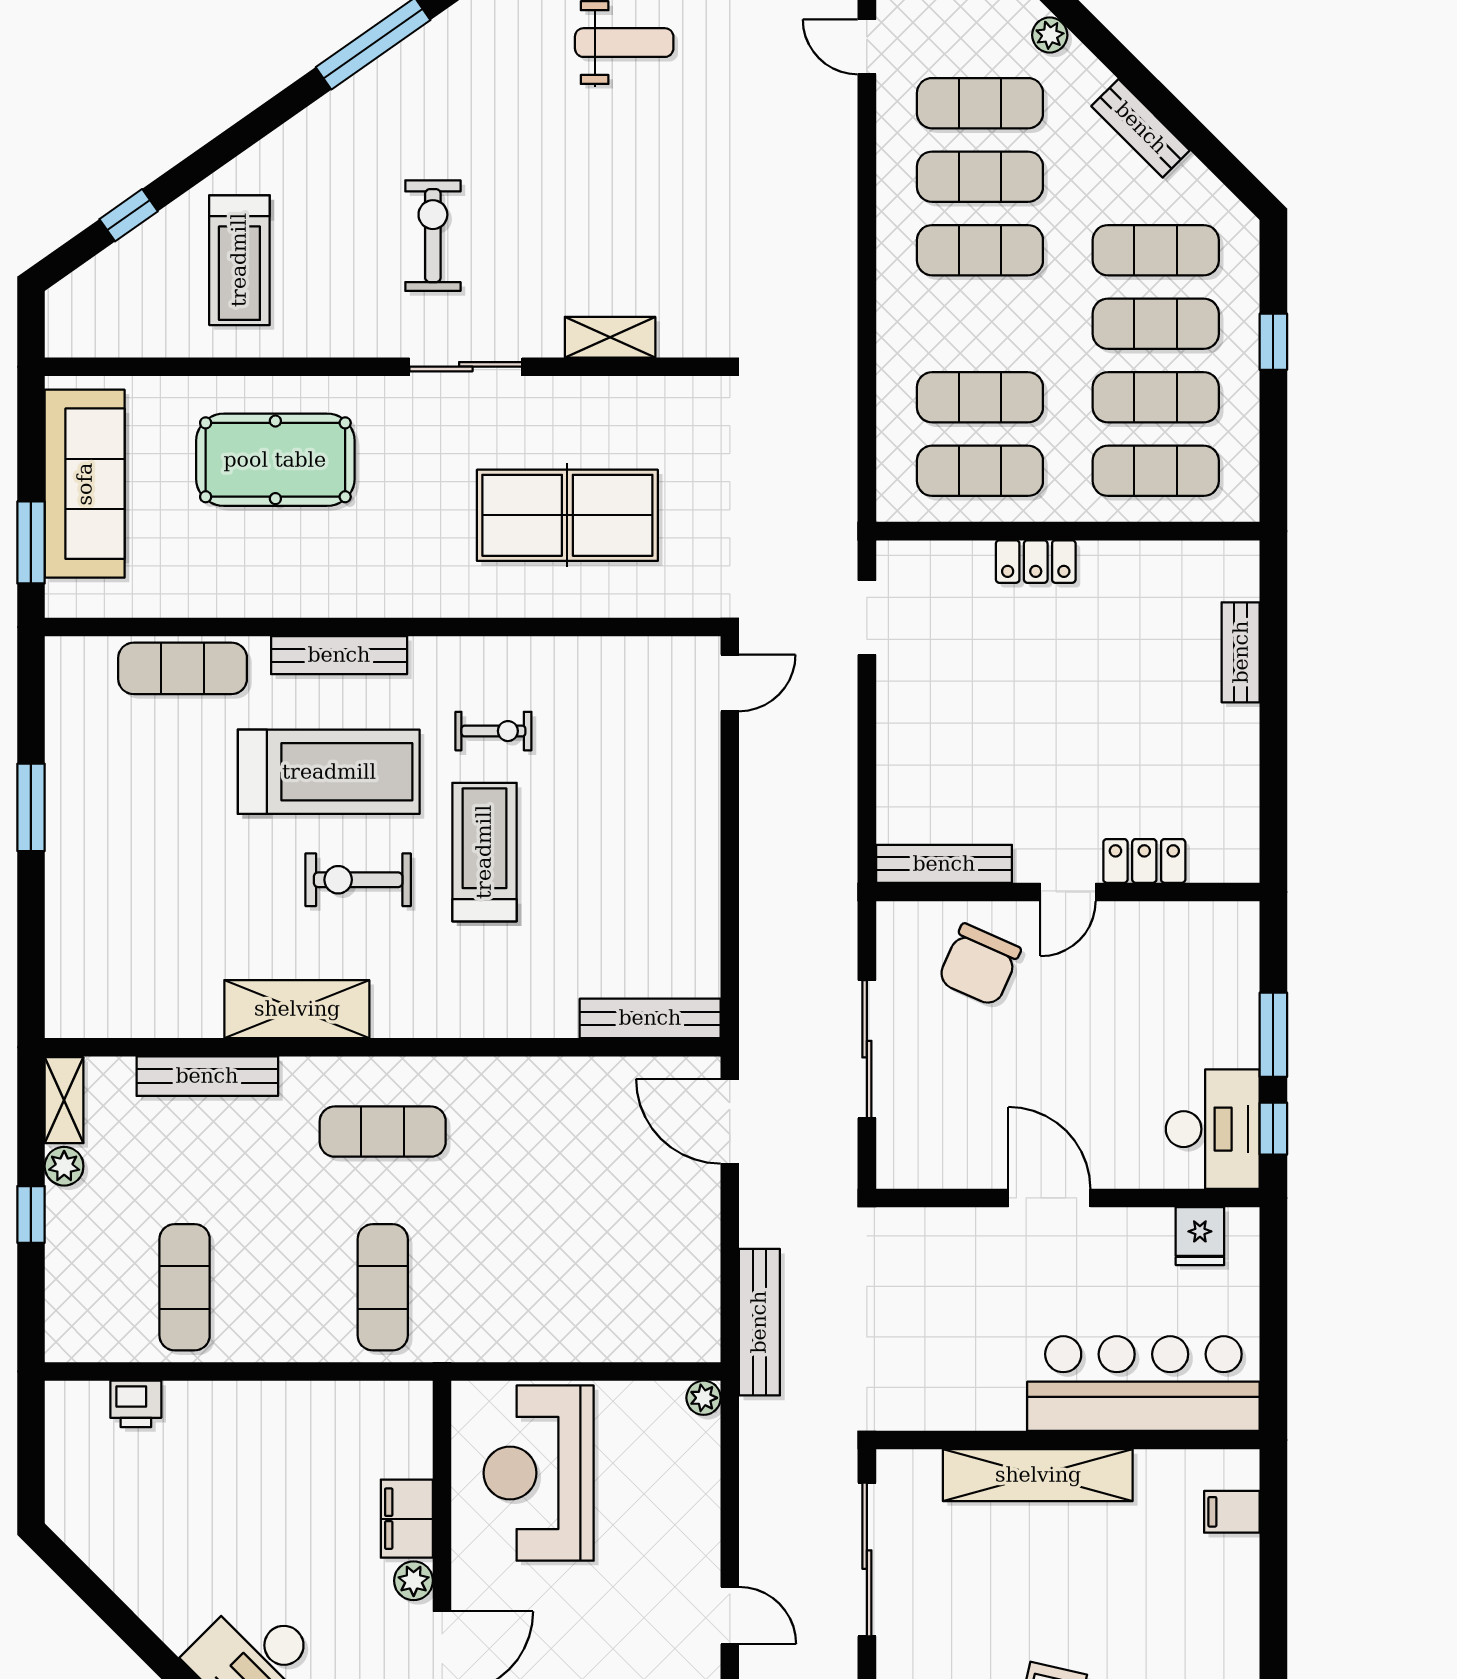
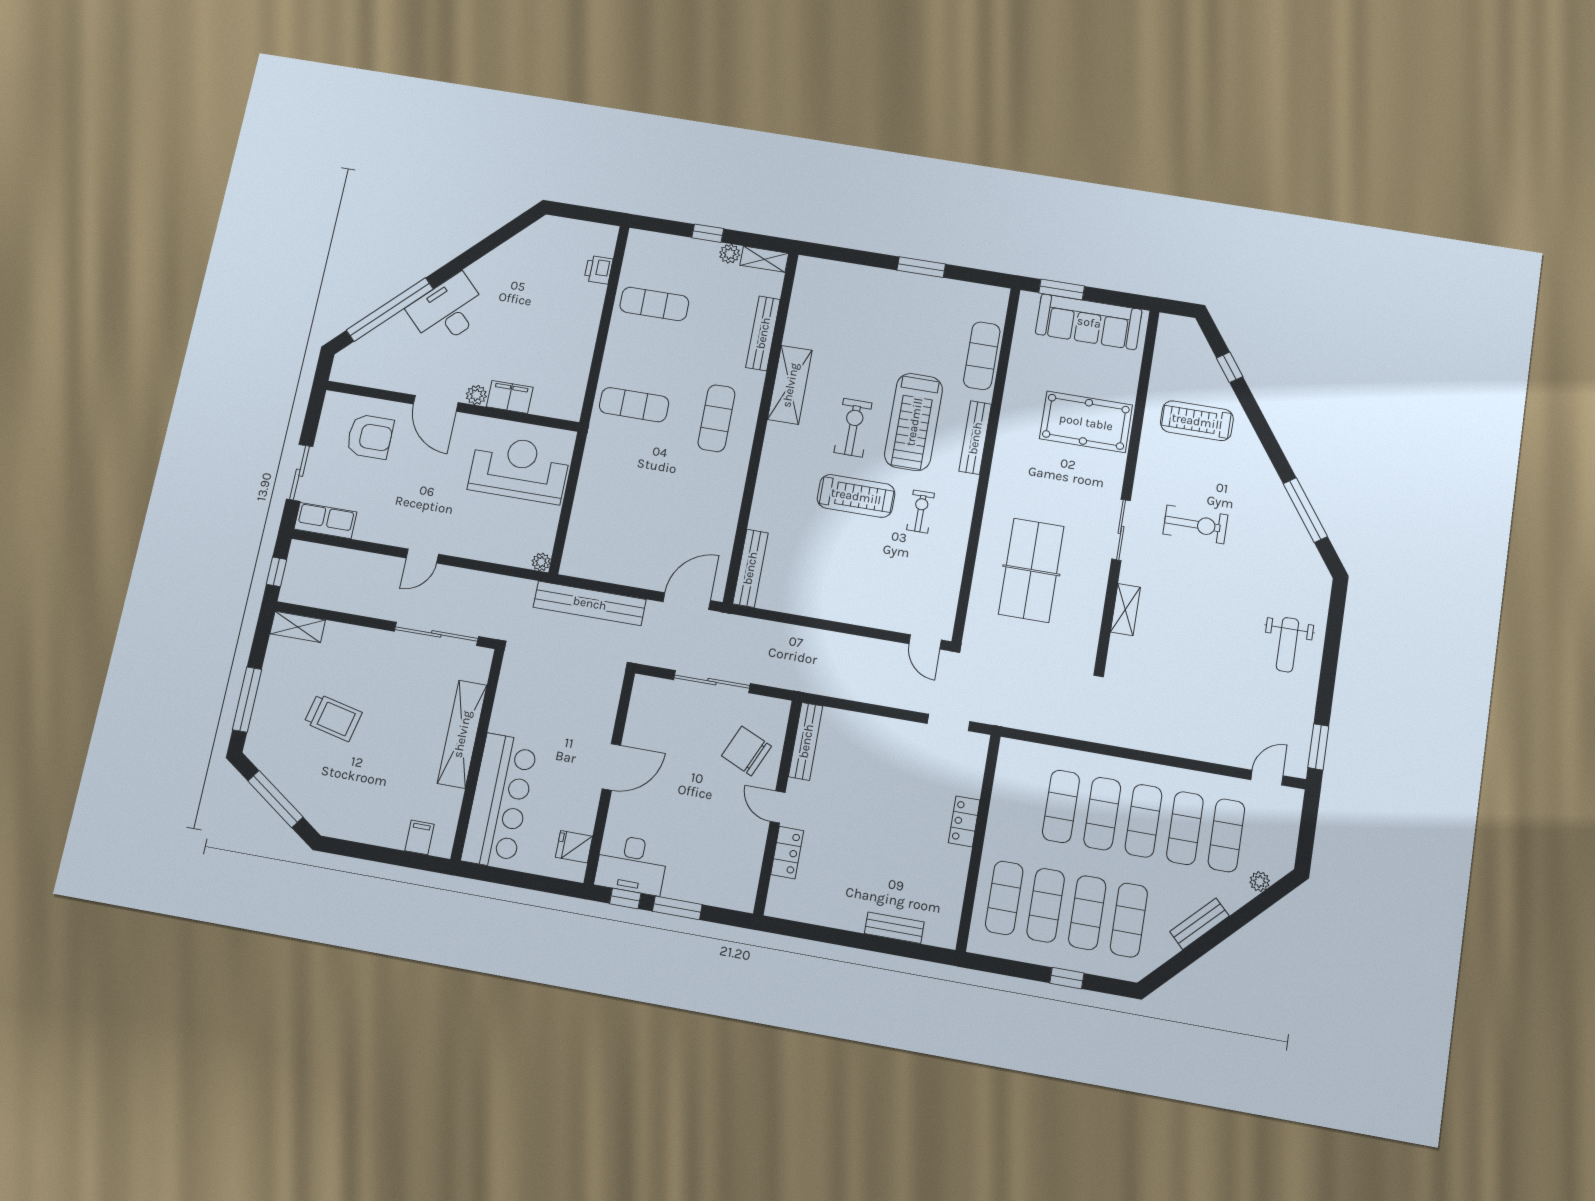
pool table: (275, 460) -> (1086, 422), turned 90
exercise mat: (980, 471) -> (1102, 814), moved
exercise bike: (493, 731) -> (921, 511), turned 180
bench: (759, 1322) -> (590, 603), width x1.37, depth x1.21

